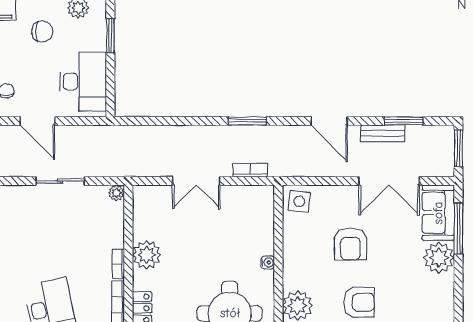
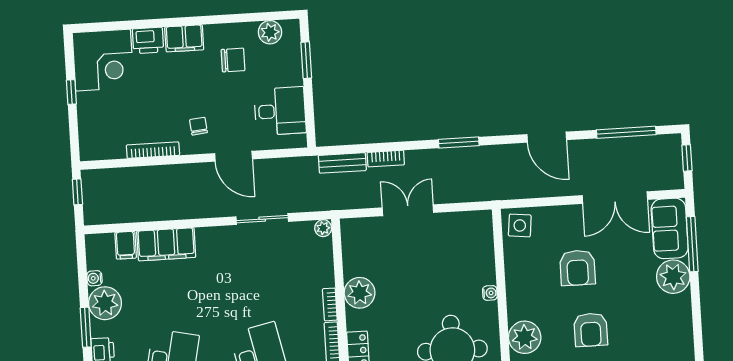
desk: (83, 82) -> (280, 111), width x0.73
window: (403, 121) -> (626, 132), width x1.44
bench: (383, 133) -> (342, 163), moved
window: (458, 148) -> (687, 158), width x0.67
bookcase: (250, 170) -> (386, 159), moved, turned 180
double door: (196, 181) -> (408, 210), swing flipped
armchair: (359, 302) -> (591, 330), turned 90

